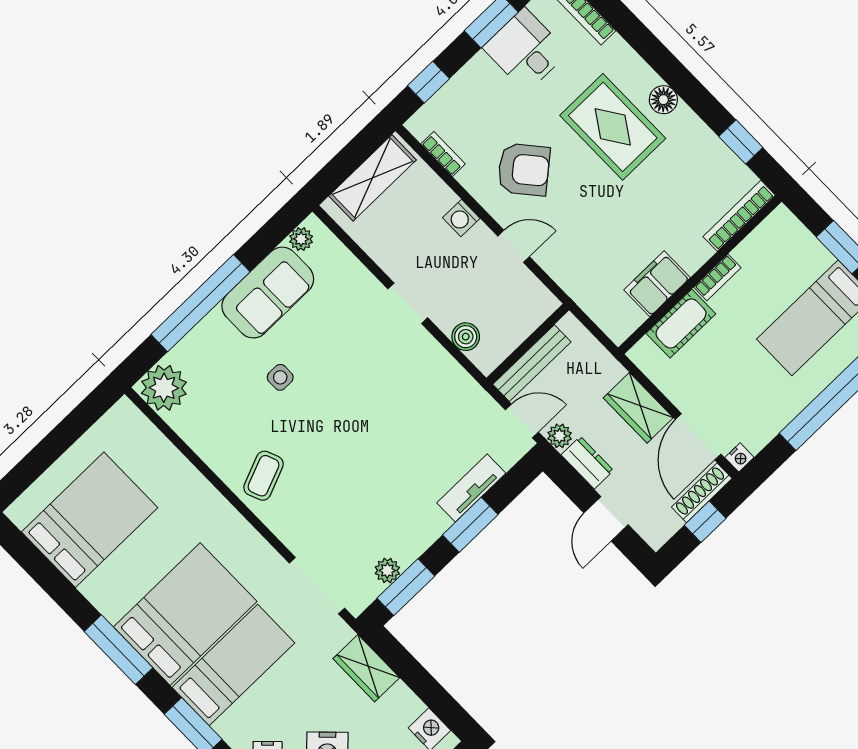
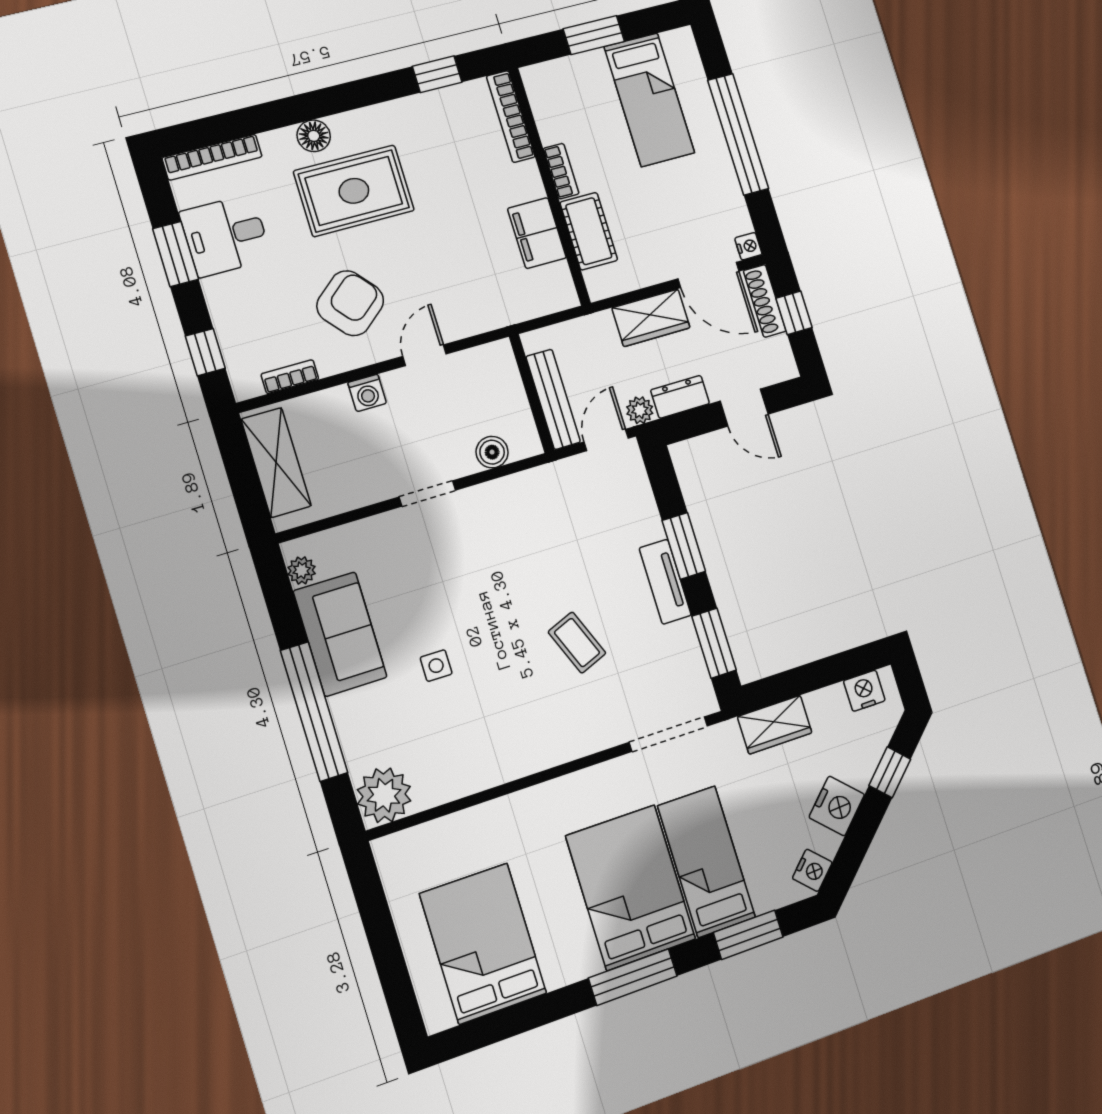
floor lamp: (663, 100) -> (314, 136), moved
coffee table: (264, 476) -> (577, 643), moved
tv unit: (471, 488) -> (665, 582), moved
plant: (387, 570) -> (688, 654), removed

